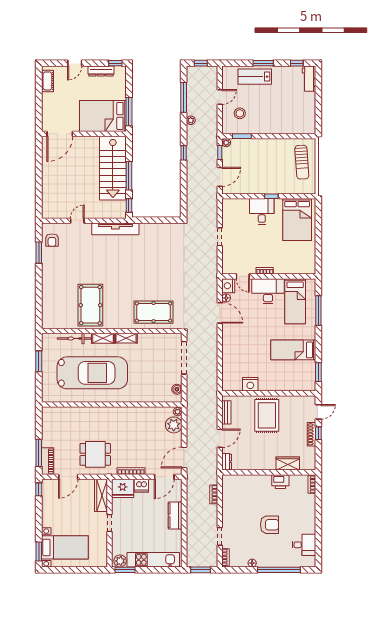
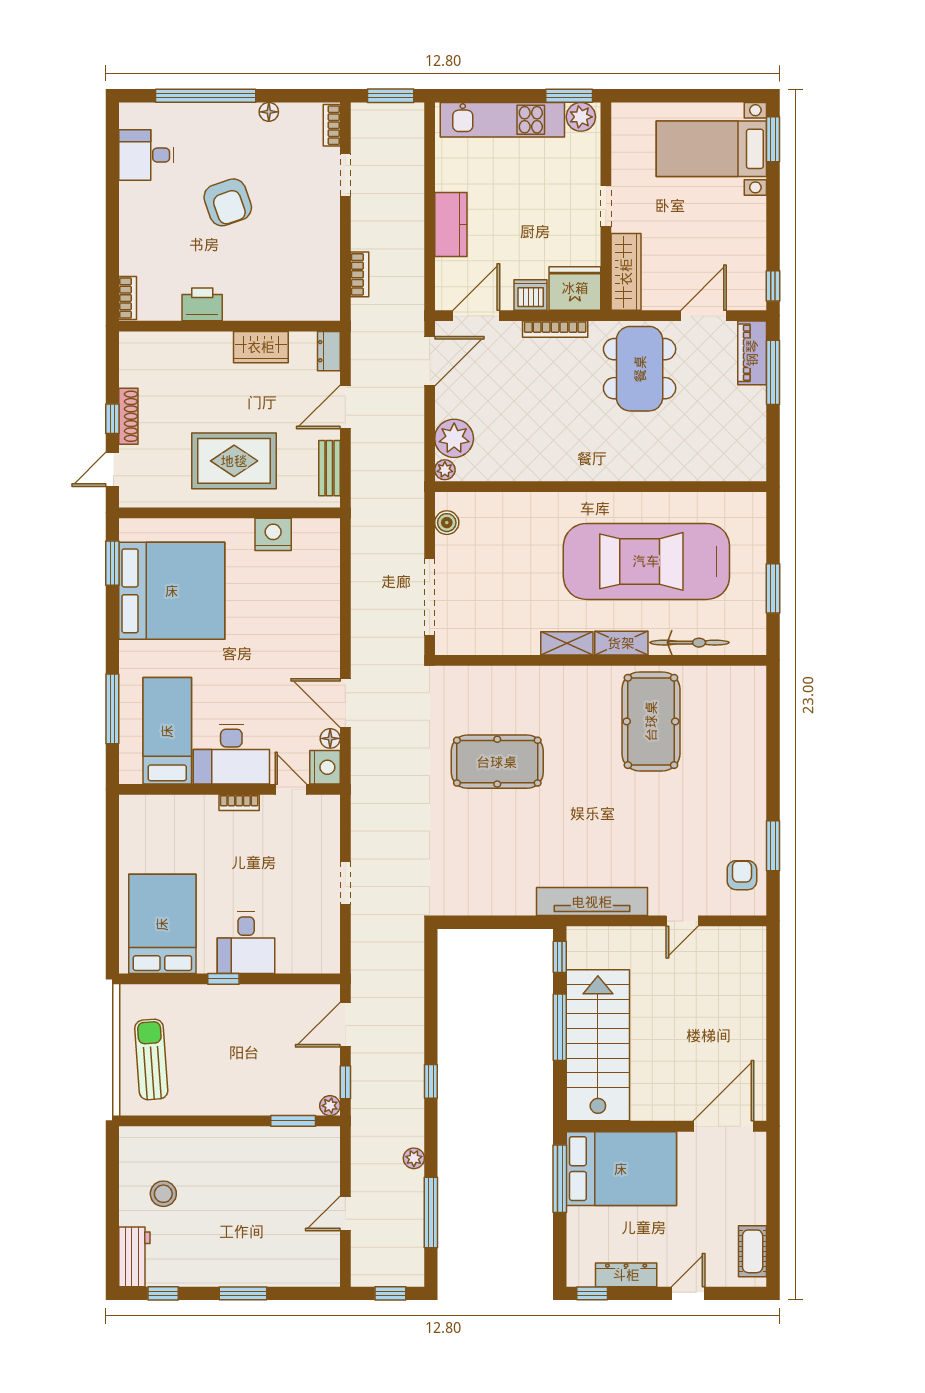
lab bench: (255, 77) -> (263, 1262), removed
stool: (240, 113) -> (163, 1194), moved
pool table: (154, 312) -> (497, 762), moved
bed: (293, 350) -> (172, 591), width x2.04
rug: (267, 415) -> (234, 461), turned 90
dining table: (95, 454) -> (640, 369), width x1.38
wardrobe: (288, 464) -> (261, 347), moved
armchair: (270, 525) -> (228, 202), turned -109

